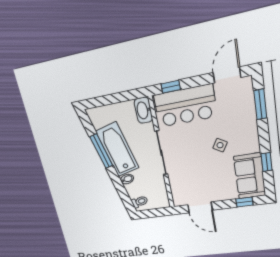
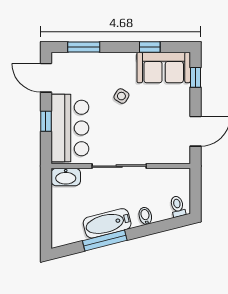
window: (171, 87) -> (46, 121), moved
bathtub: (117, 150) -> (107, 223), width x0.73, depth x0.73

